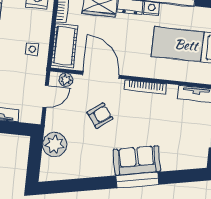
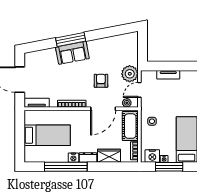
door: (101, 75) -> (103, 109), hinge flipped
armchair: (100, 116) -> (101, 81), turned 127
plant: (55, 144) -> (130, 74), moved

